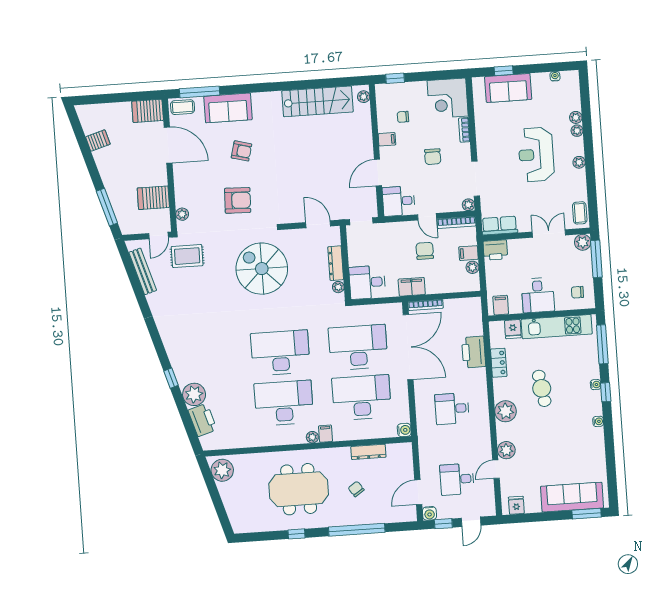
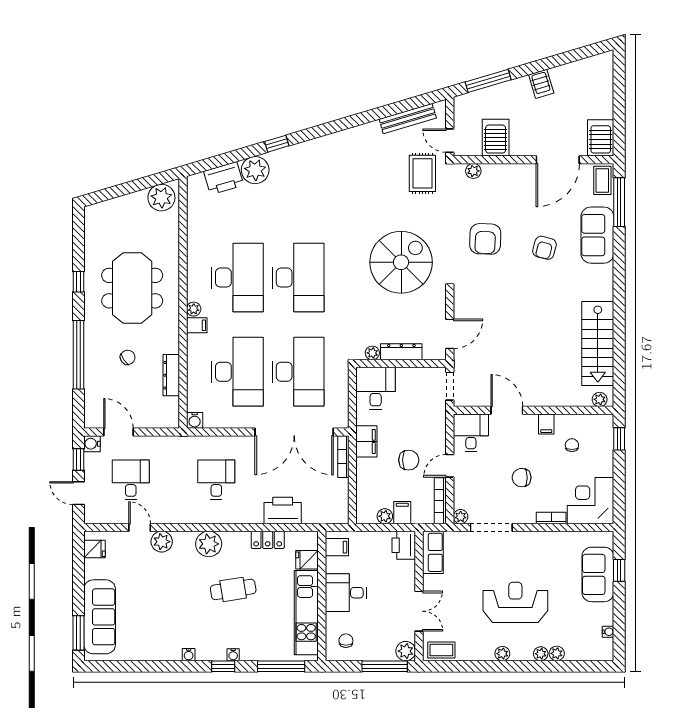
server rack: (98, 141) -> (541, 84), moved

